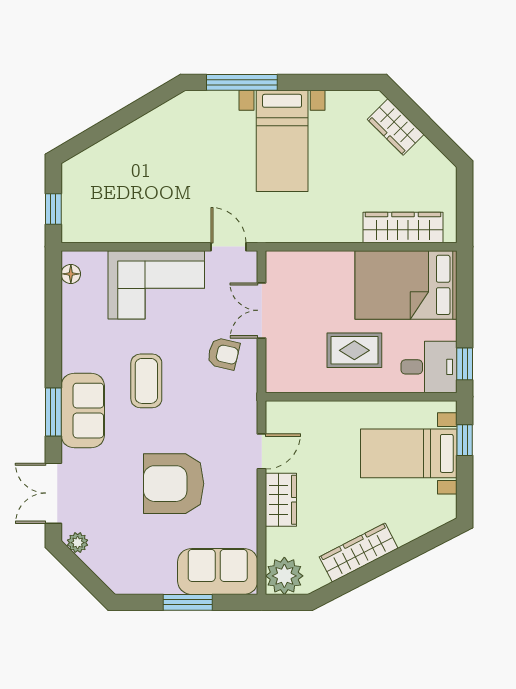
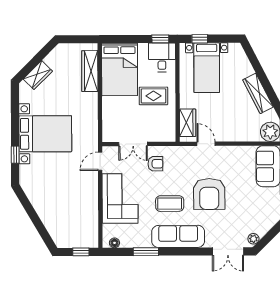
window: (242, 82) -> (15, 155), width x0.46
bed with nightstands: (282, 141) -> (45, 134), width x1.36
rug: (354, 350) -> (153, 96), turned 90
armchair: (223, 354) -> (155, 164), turned 77
sofa: (83, 411) -> (178, 236), width x1.36
window: (53, 412) -> (146, 252), moved
armchair: (174, 484) -> (209, 194), moved
wardrobe: (281, 500) -> (188, 123), moved, turned 90

